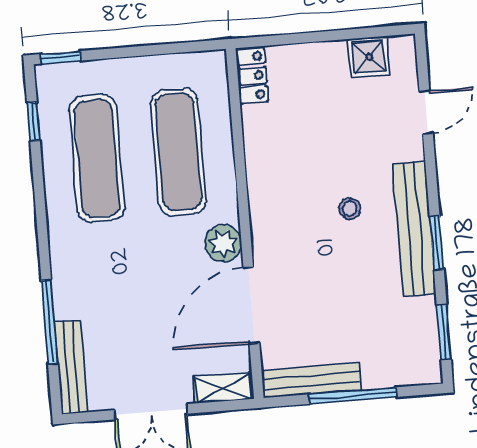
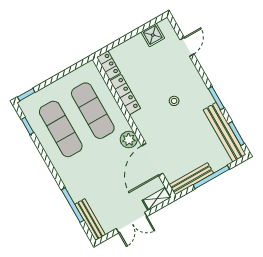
locker: (258, 150) -> (125, 95), added
bench: (414, 229) -> (225, 132), moved

